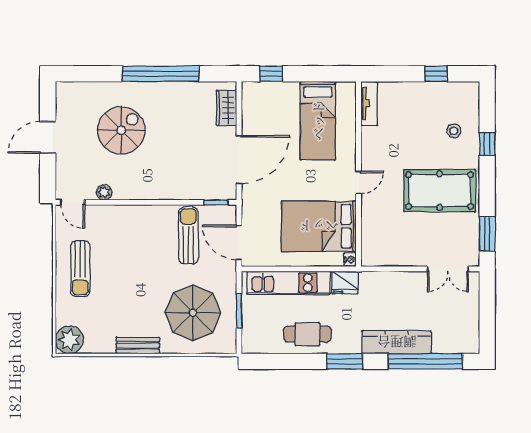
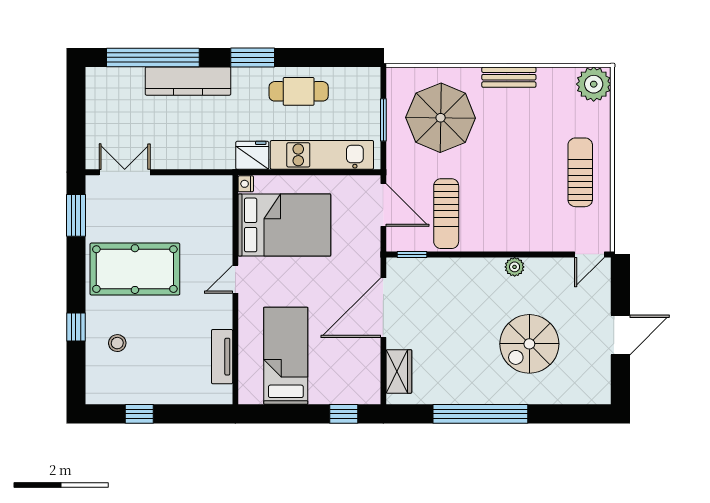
tv unit: (369, 103) -> (222, 357), moved
plant: (104, 192) -> (515, 267), moved
door: (73, 202) -> (589, 254), swing flipped

